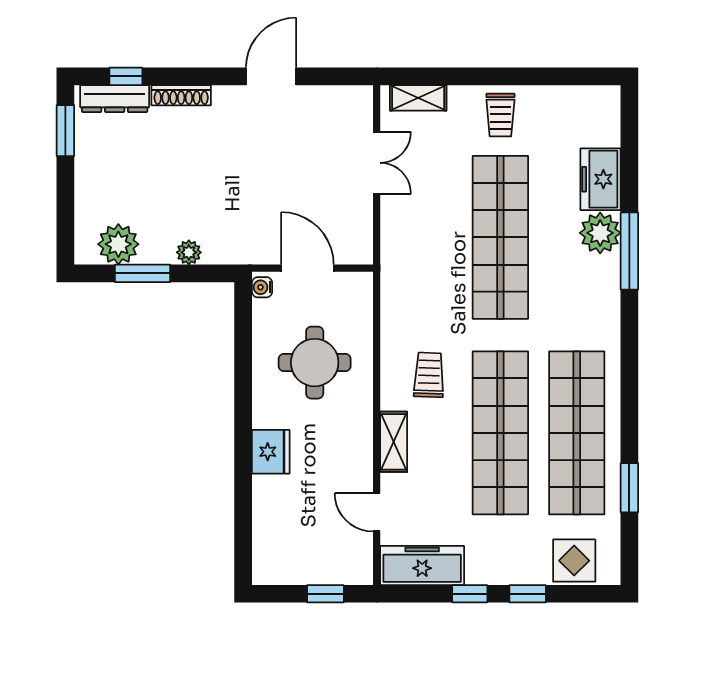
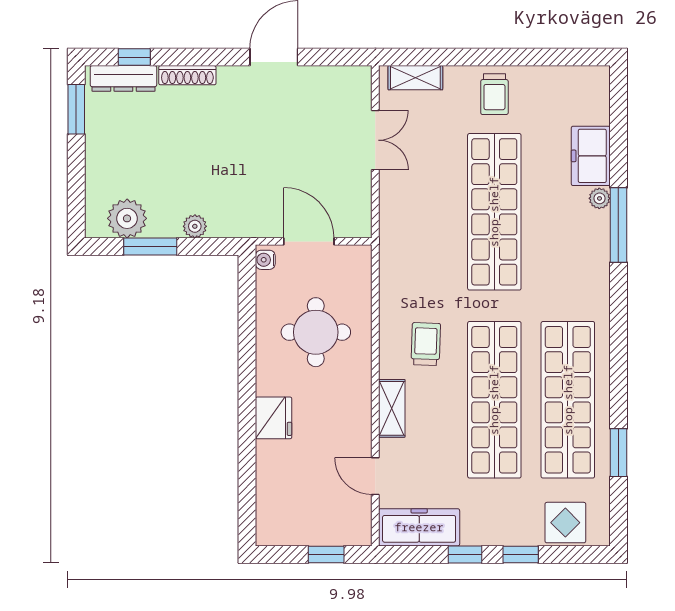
plant: (600, 233) -> (599, 198), width x0.53, depth x0.53

